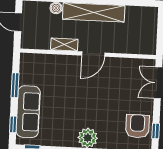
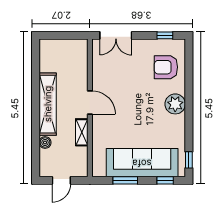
sofa: (28, 112) -> (142, 163), width x1.36, depth x1.27
armchair: (137, 126) -> (166, 67), moved

